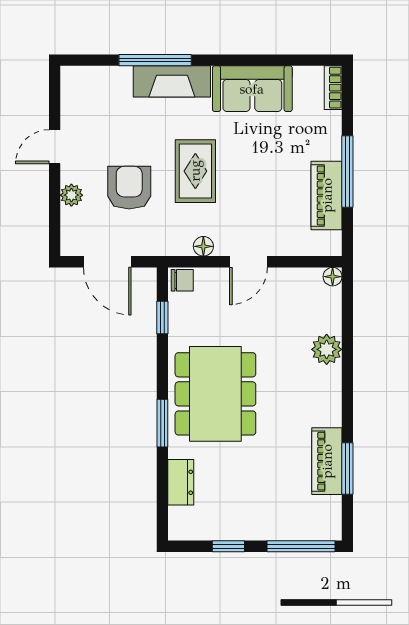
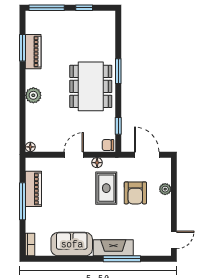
door: (55, 147) -> (174, 240), moved
rug: (195, 171) -> (106, 188), moved
plant: (327, 349) -> (33, 95), moved
dresser: (181, 482) -> (109, 41), removed

